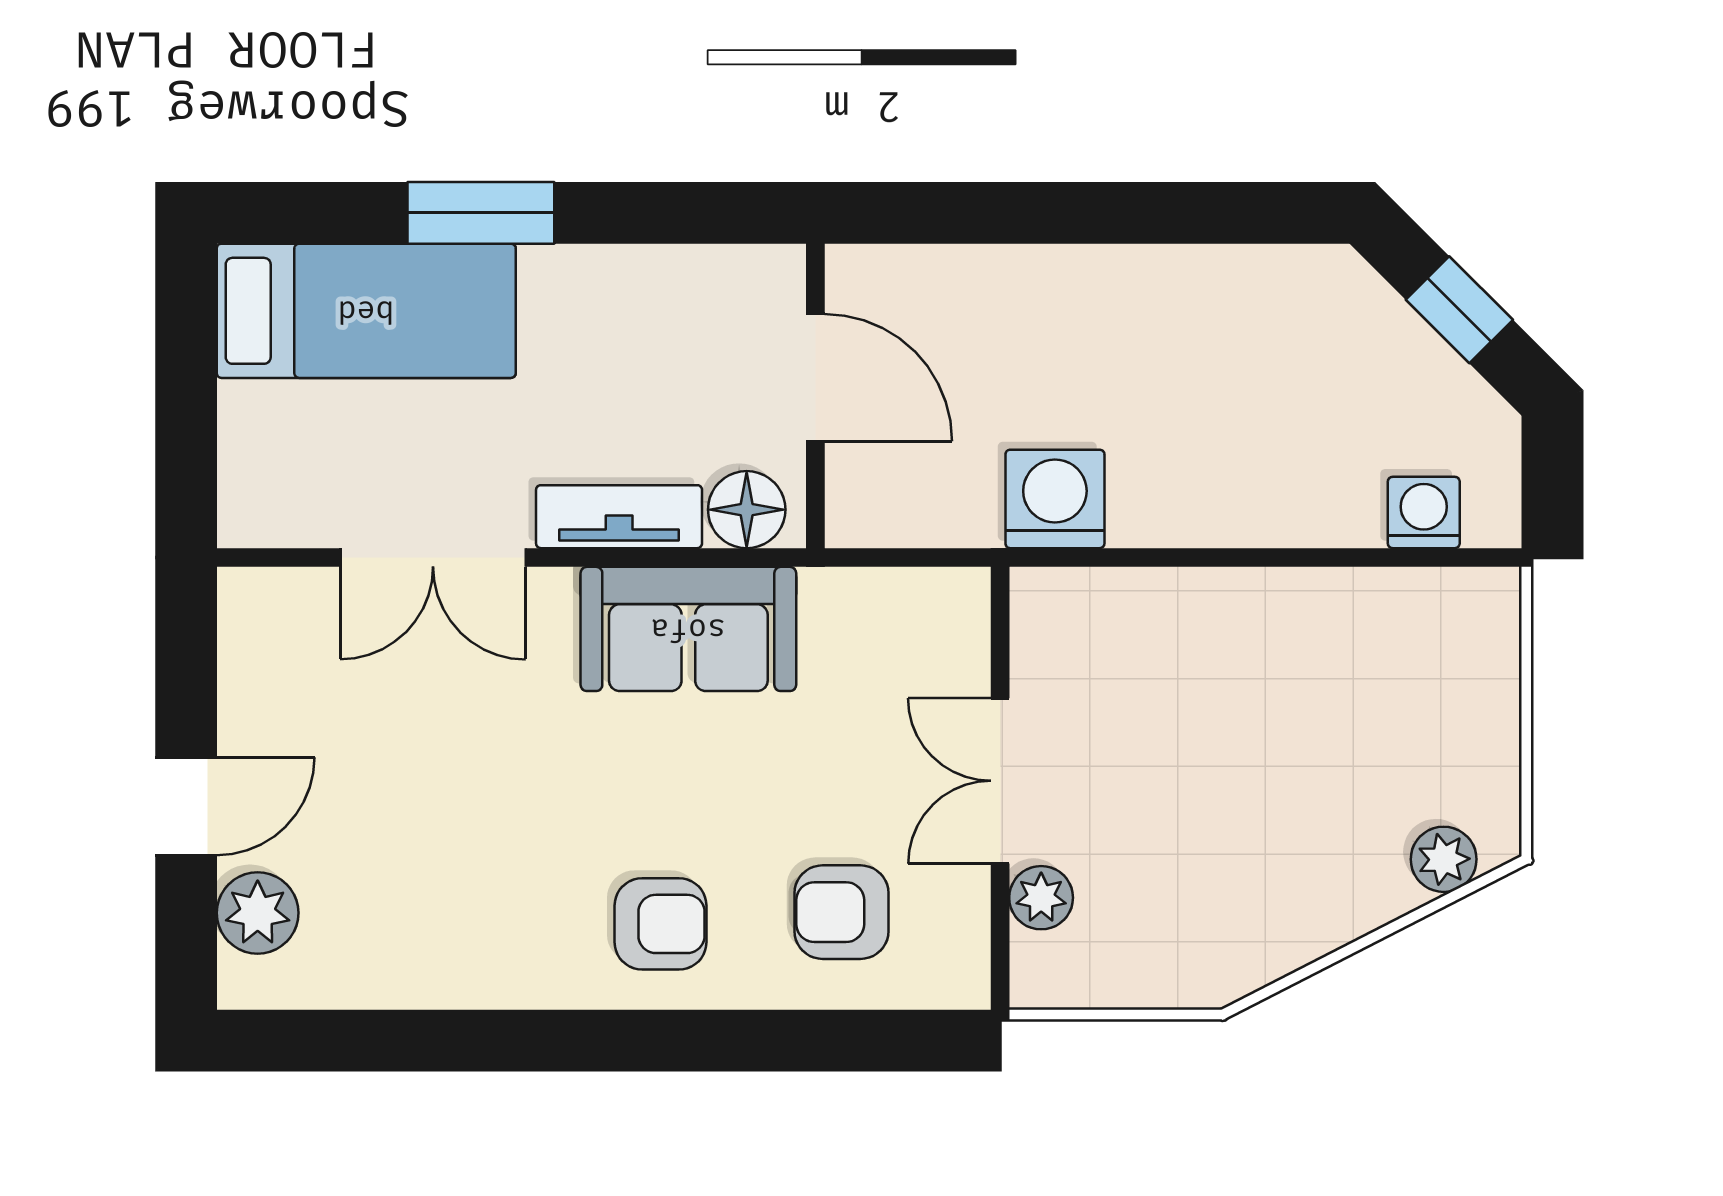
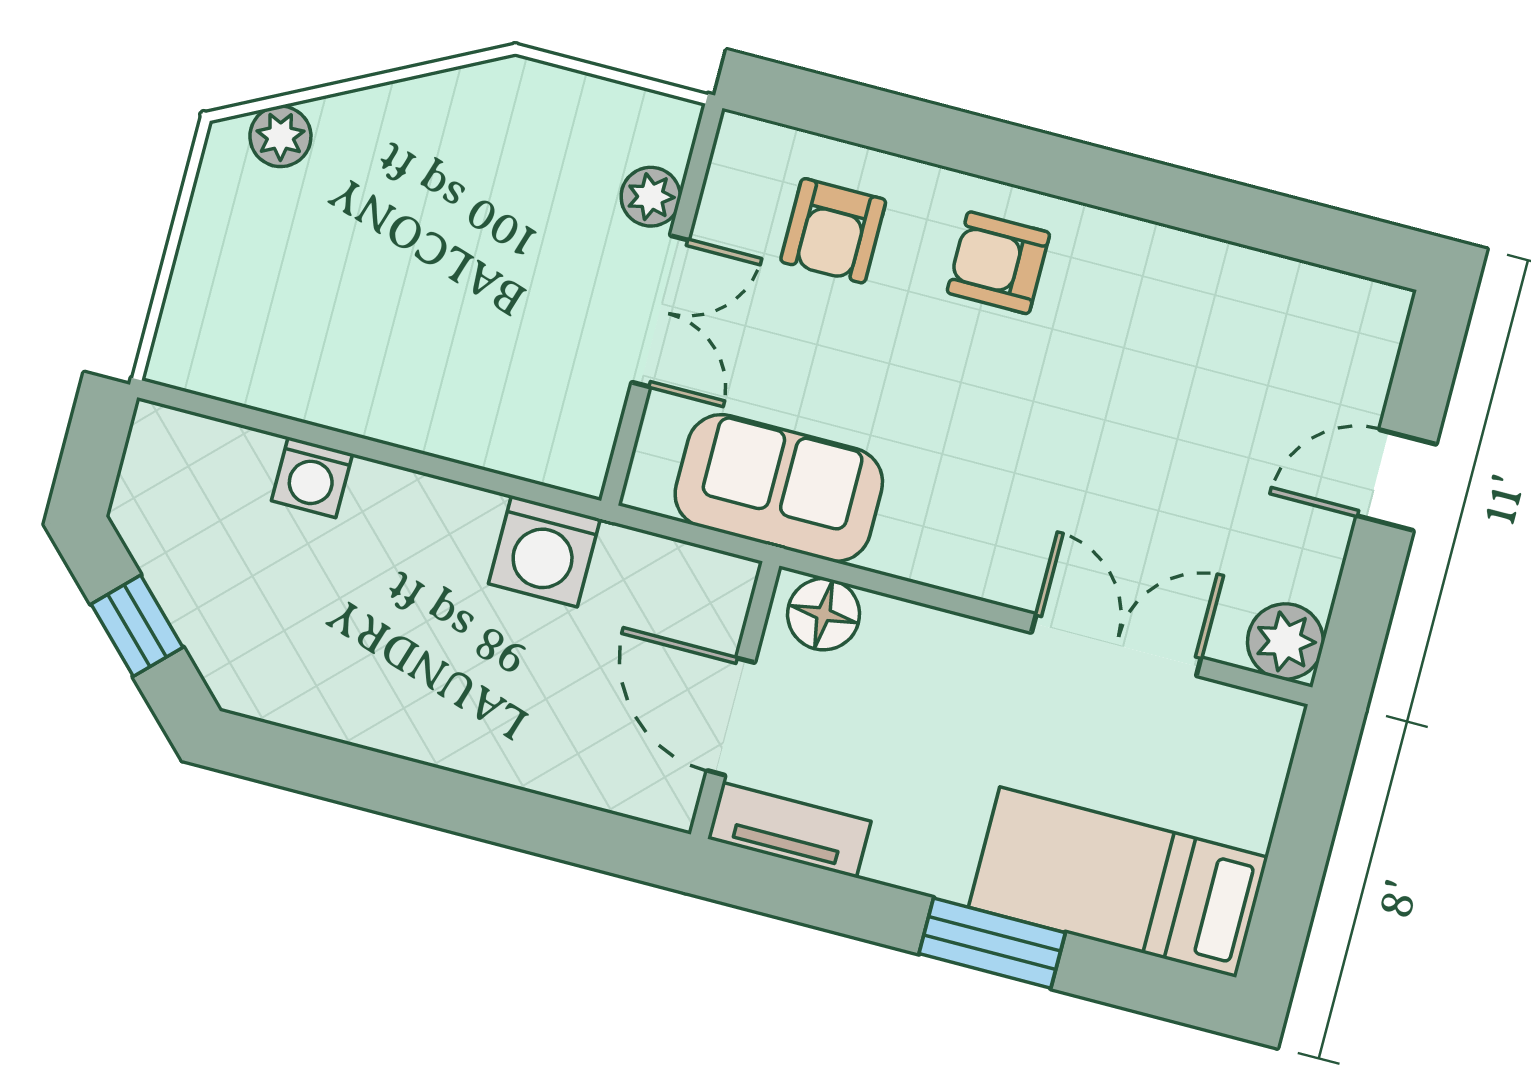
washing machine: (1424, 512) -> (312, 477), moved
tv unit: (619, 517) -> (789, 830), moved, turned 180
sofa: (688, 629) -> (779, 488), moved
armchair: (841, 912) -> (833, 231), turned 90
plant: (258, 913) -> (1285, 641), moved

